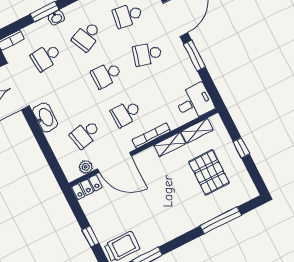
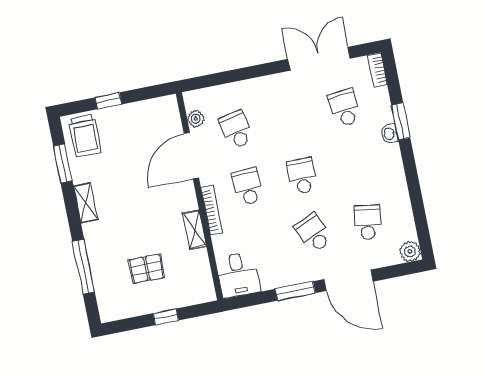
school desk: (87, 36) -> (356, 165), removed
school desk: (147, 54) -> (313, 233), turned -39
washbasin: (45, 118) -> (270, 86), removed
shelving: (197, 131) -> (86, 203), moved
pallet: (209, 172) -> (147, 269), width x0.67, depth x0.71
locker: (87, 187) -> (170, 113), removed

